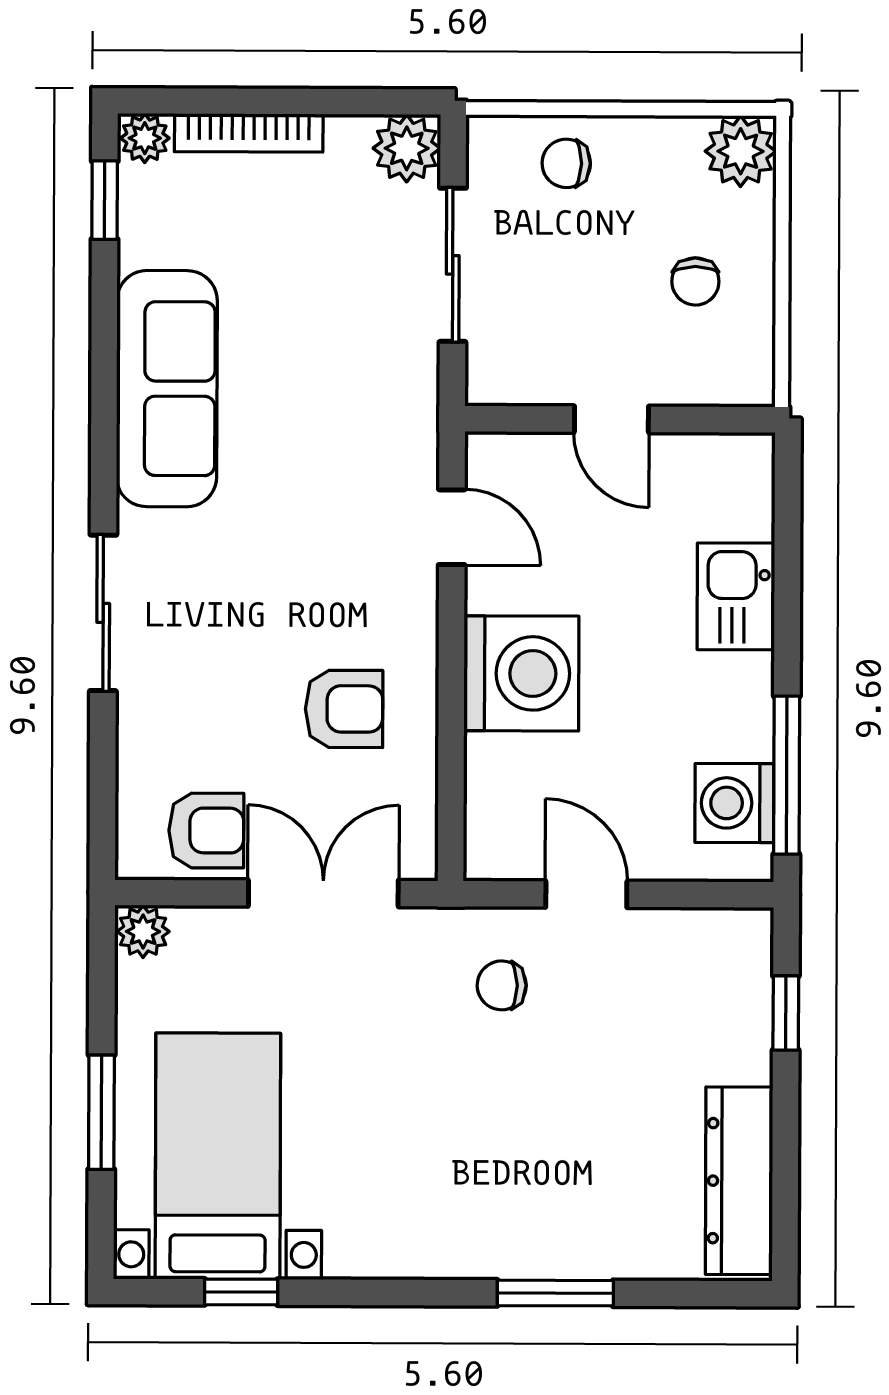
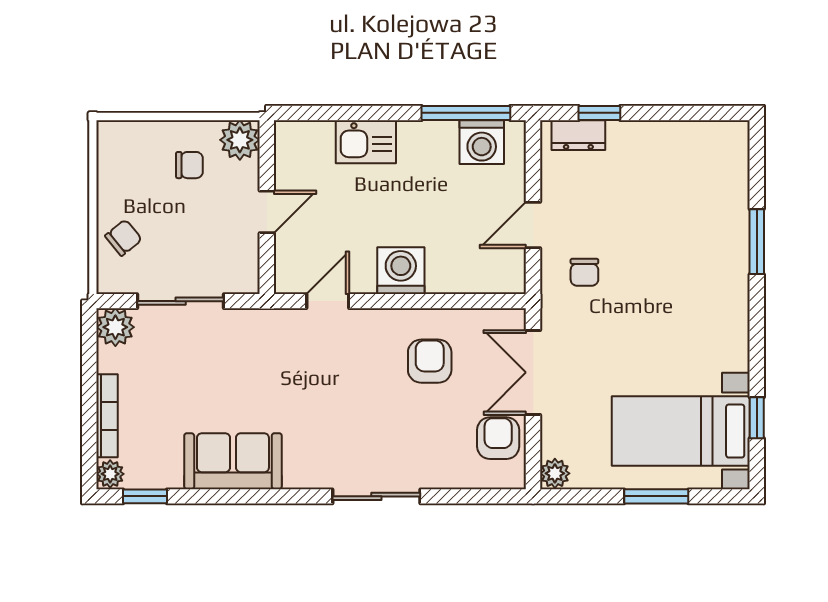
plant: (741, 151) -> (240, 140), moved
chair: (566, 163) -> (123, 238), turned -130
sofa: (167, 389) -> (233, 461), width x0.73
washing machine: (521, 673) -> (401, 271), width x0.73, depth x0.73
dresser: (739, 1181) -> (578, 135), moved, width x0.51, depth x0.80

